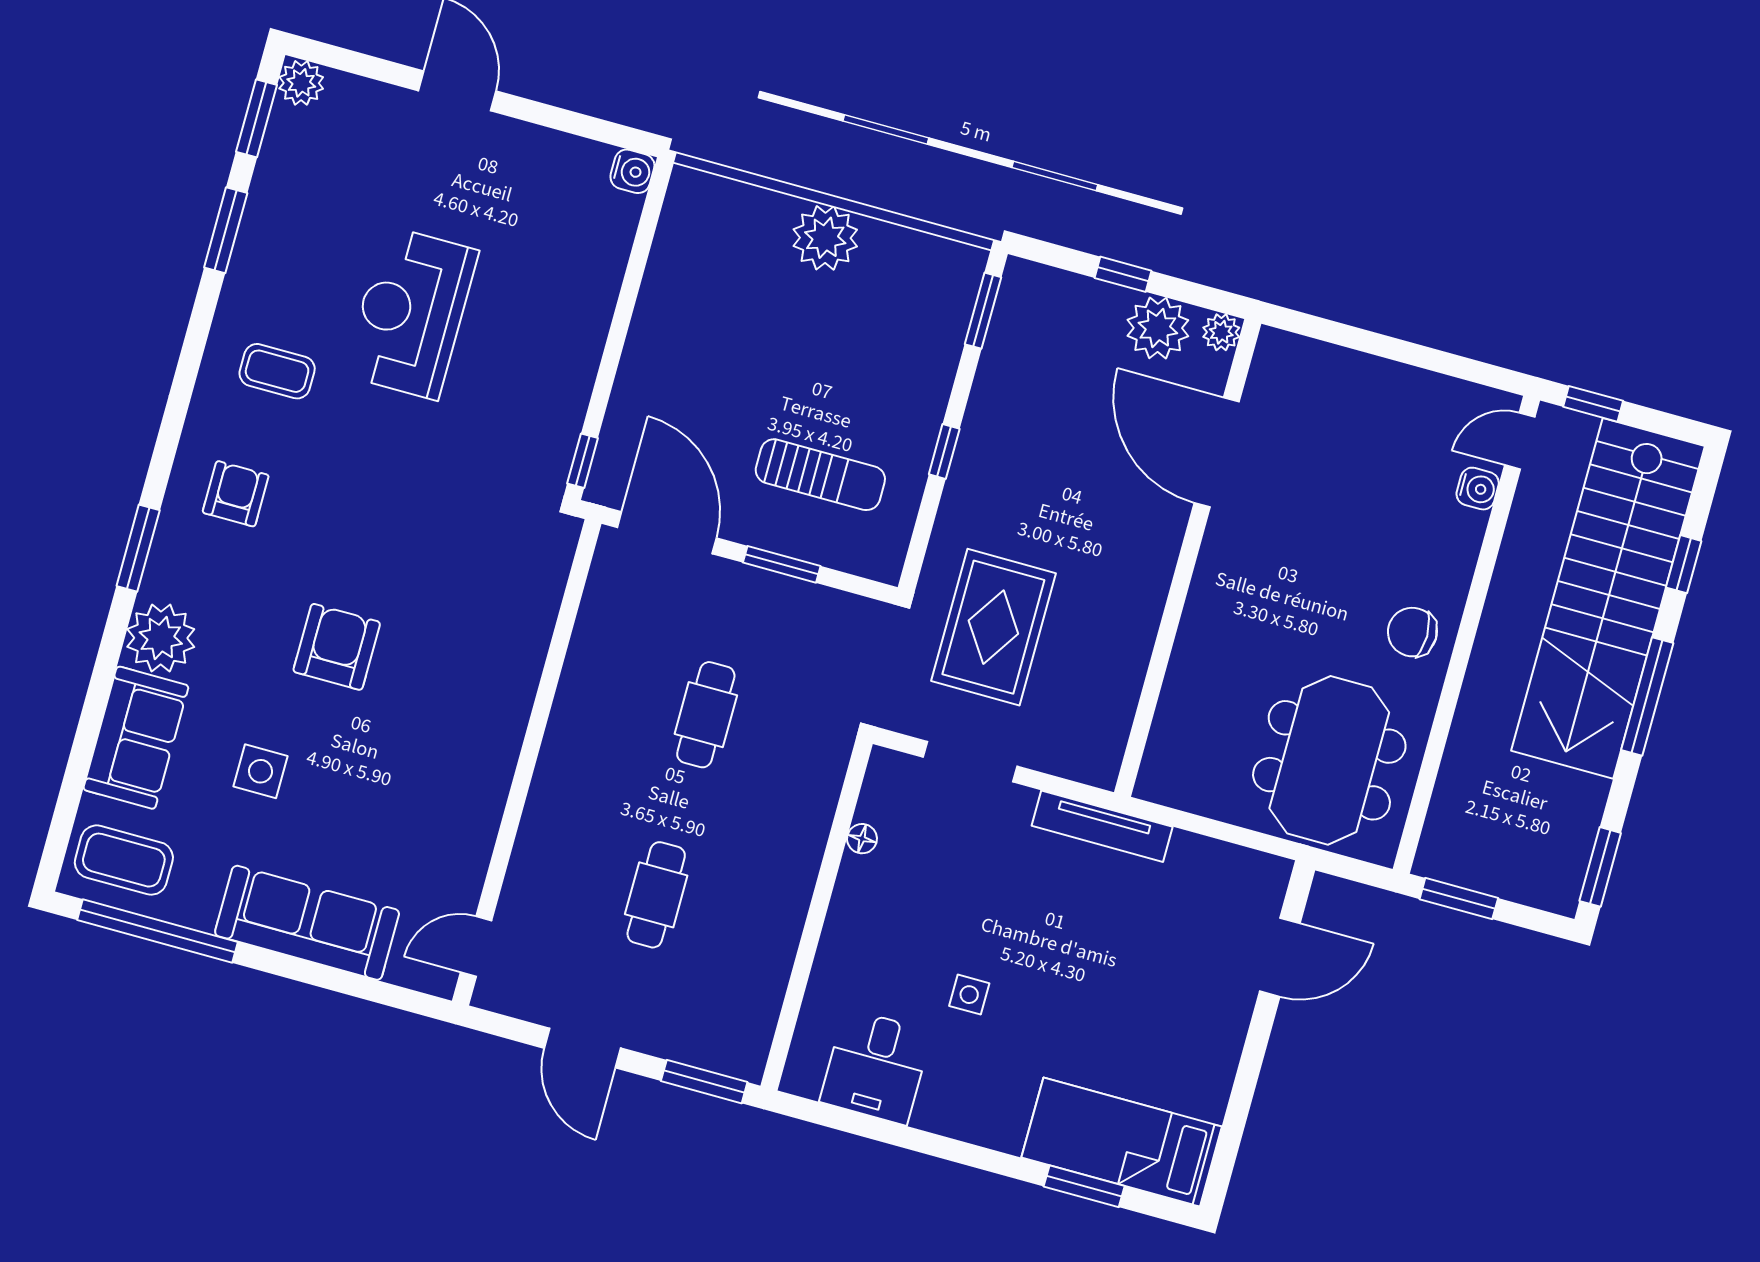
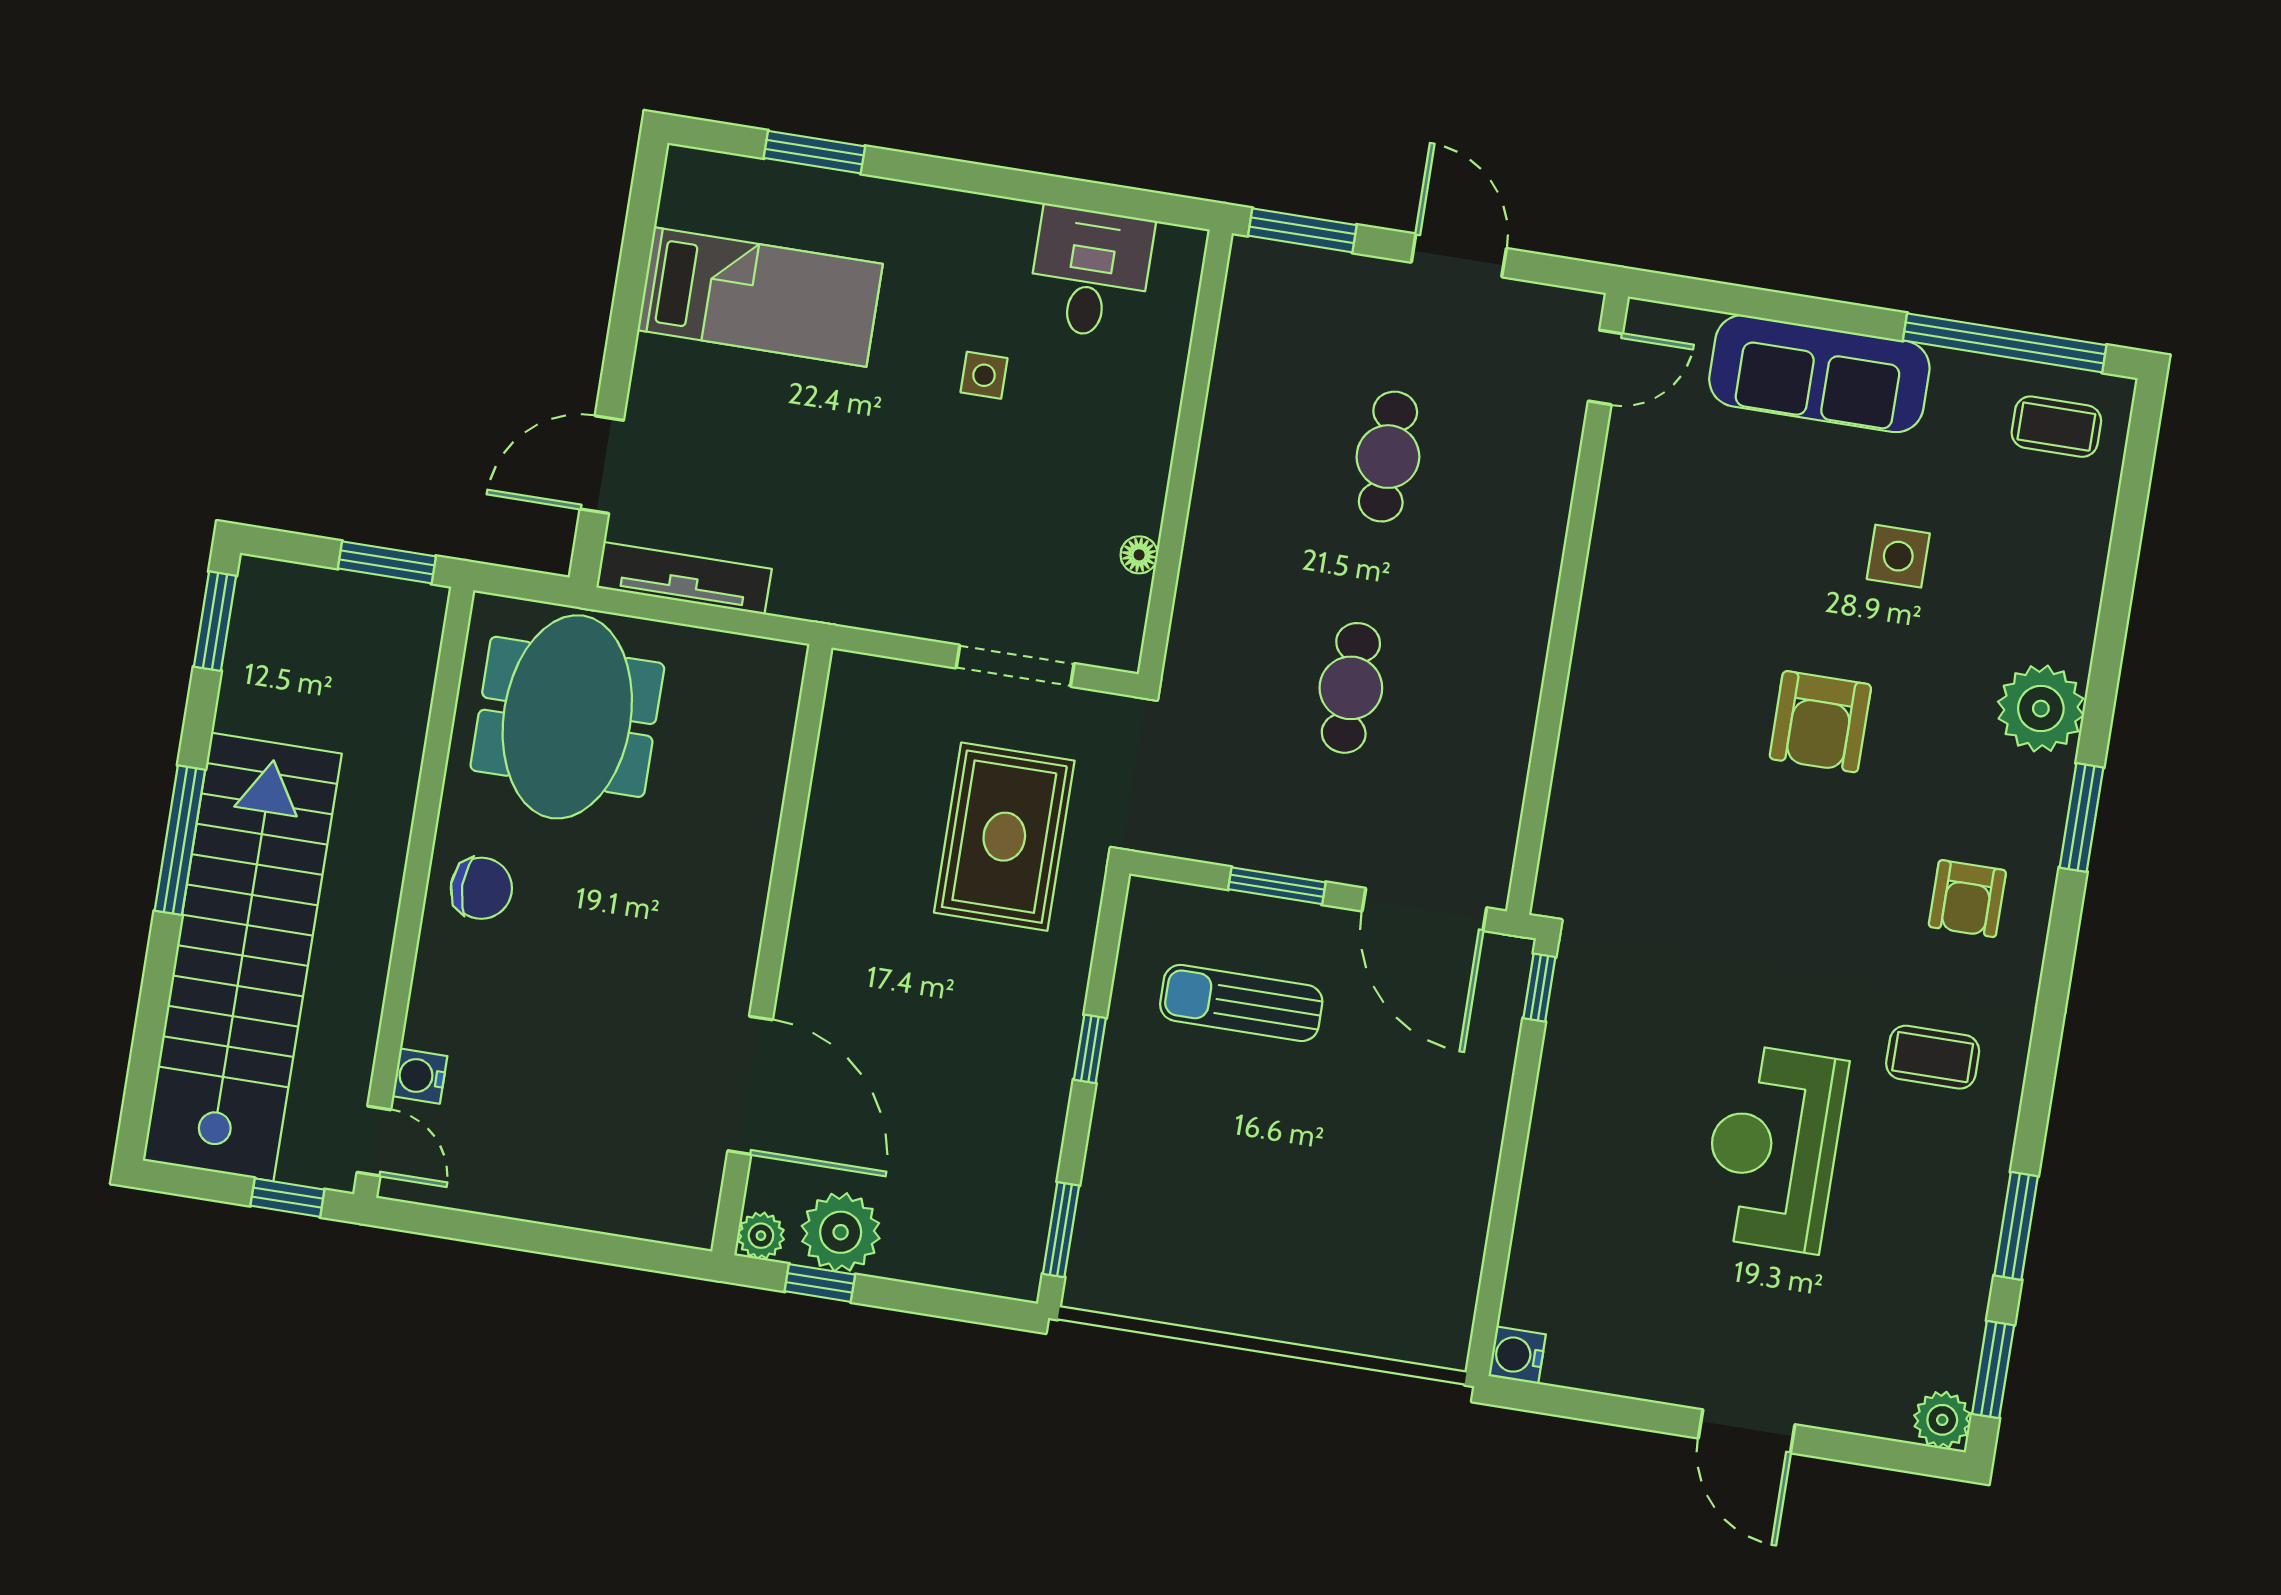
plant: (825, 238) -> (1268, 1299), removed
window: (1123, 274) -> (820, 1283), moved
reception desk: (411, 313) -> (1773, 1148), turned 180
door: (1520, 441) -> (374, 1141), hinge flipped
window: (1684, 564) -> (153, 1010), removed
sofa: (136, 738) -> (2058, 581), removed
tv unit: (1102, 826) -> (684, 578), moved
coffee table: (124, 860) -> (2056, 427), width x0.73, depth x0.77
bed: (1122, 1142) -> (760, 297), moved

